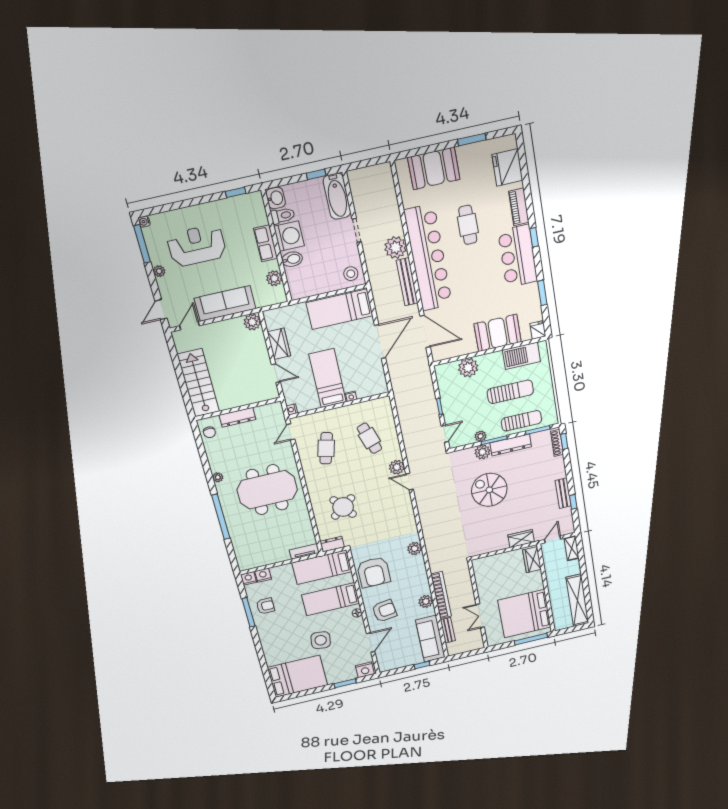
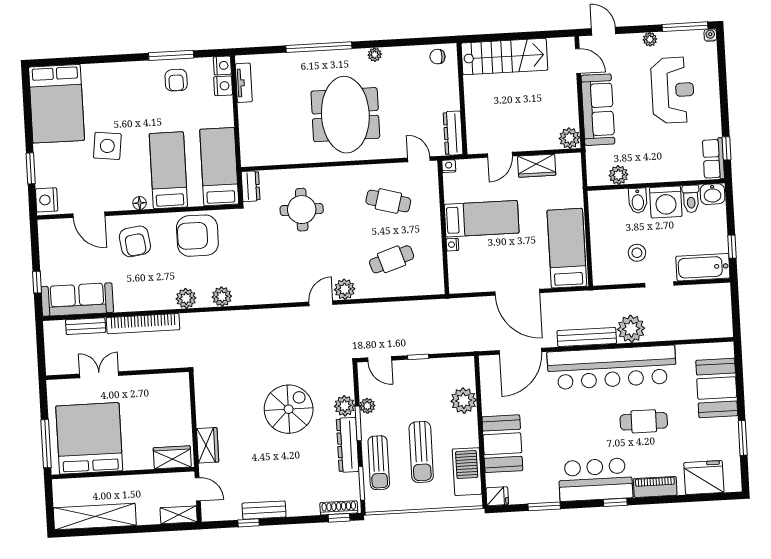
row of seats: (266, 243) -> (713, 159), moved, turned -90
stool: (351, 274) -> (637, 253), moved
dresser: (237, 417) -> (453, 133), moved
round table: (343, 507) -> (302, 210), turned 38
tv unit: (304, 551) -> (244, 83), moved
plant: (426, 601) -> (186, 298), moved

